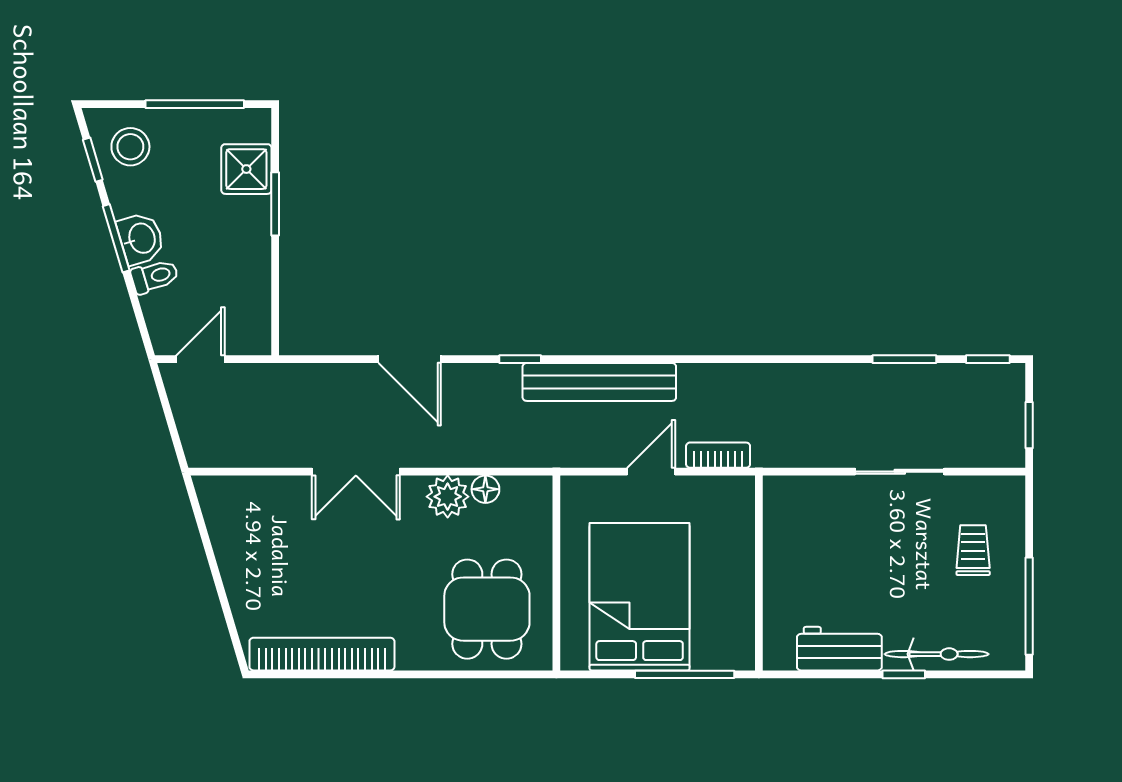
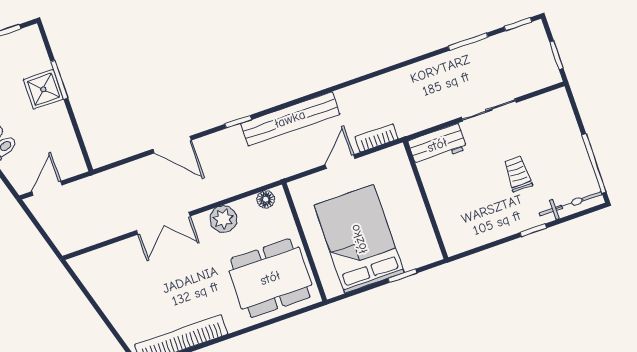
shower: (246, 169) -> (43, 89), moved
floor lamp: (485, 489) -> (266, 199), moved
trolley: (973, 550) -> (518, 174), moved
dining table: (487, 609) -> (270, 278), width x1.38
workbench: (839, 649) -> (437, 145), moved, turned 180
bicycle: (937, 654) -> (571, 204), moved
window: (685, 674) -> (402, 276), width x0.46

